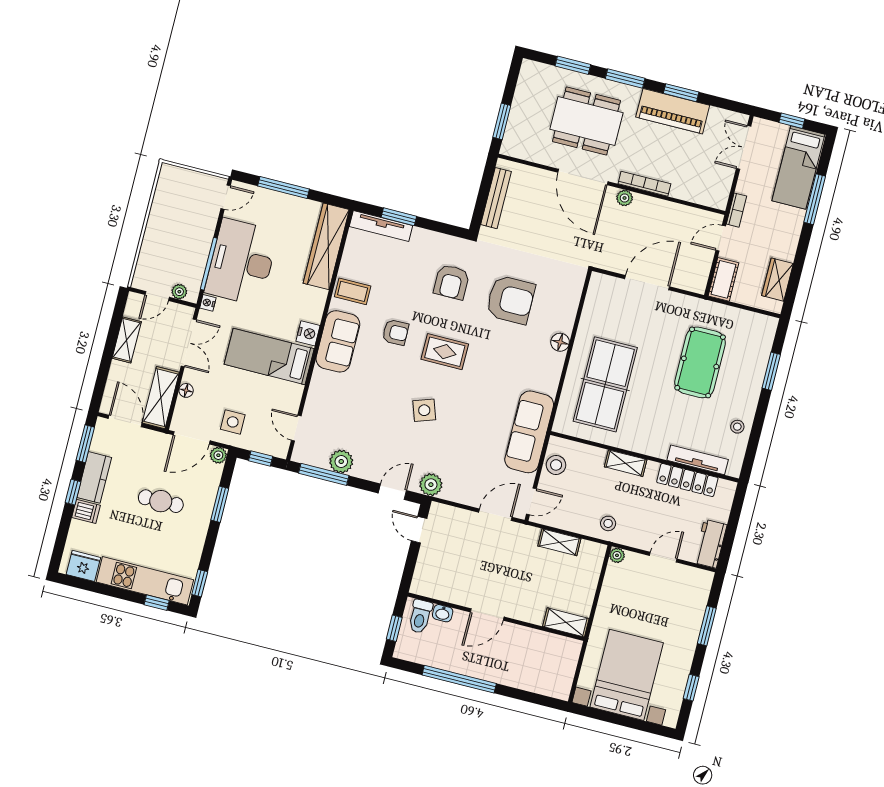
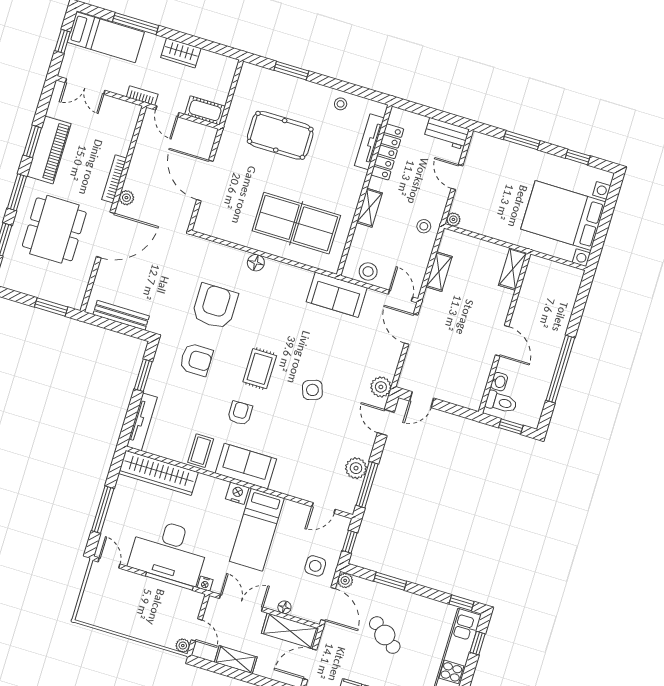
window: (399, 217) -> (143, 375), moved
wardrobe: (778, 280) -> (181, 53), moved
plant: (179, 292) -> (183, 646), moved
sofa: (529, 432) -> (337, 295), width x0.73
cafe table: (161, 501) -> (385, 635), turned -52

